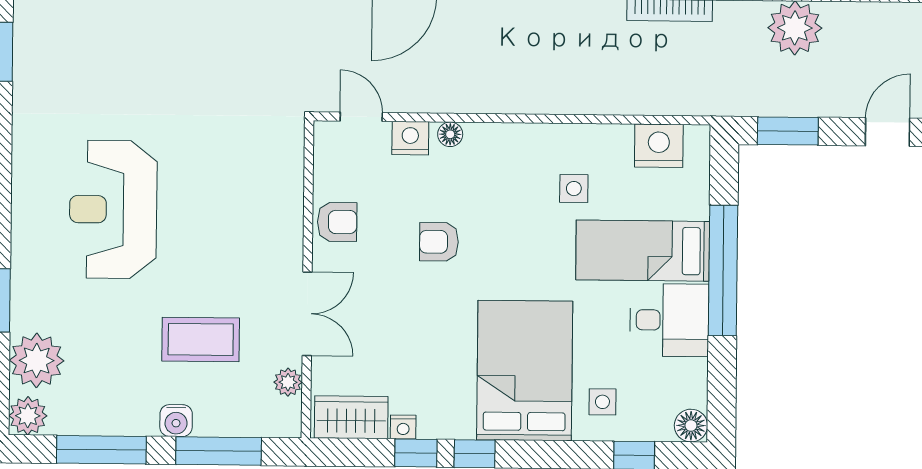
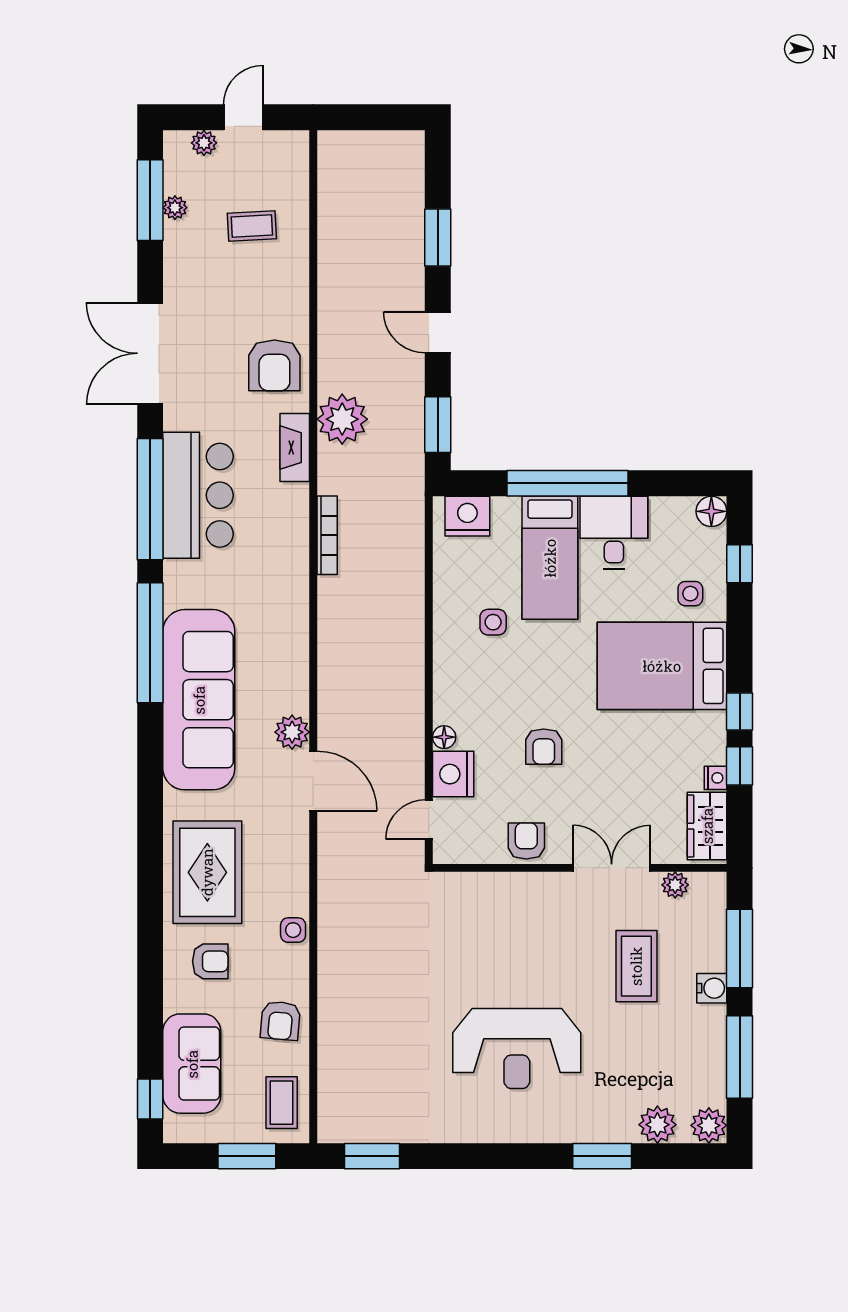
nightstand: (410, 138) -> (453, 774), width x1.36, depth x1.33
nightstand: (659, 146) -> (467, 516), moved, turned 90
plant: (37, 360) -> (657, 1125), width x0.73, depth x0.73

